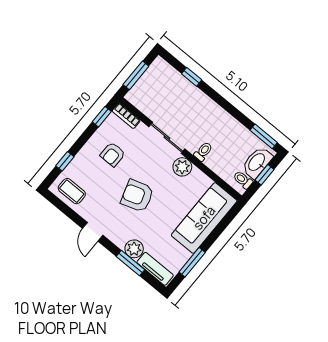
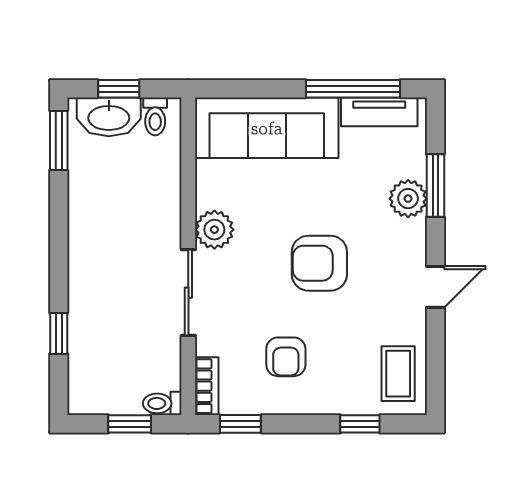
window: (136, 75) -> (130, 424), width x0.67
toilet: (203, 151) -> (162, 403), moved
armchair: (113, 154) -> (286, 357), turned 90
armchair: (137, 196) -> (319, 263), turned 108
window: (192, 262) -> (353, 89), width x1.44
tv unit: (155, 269) -> (379, 112), moved, turned -90

